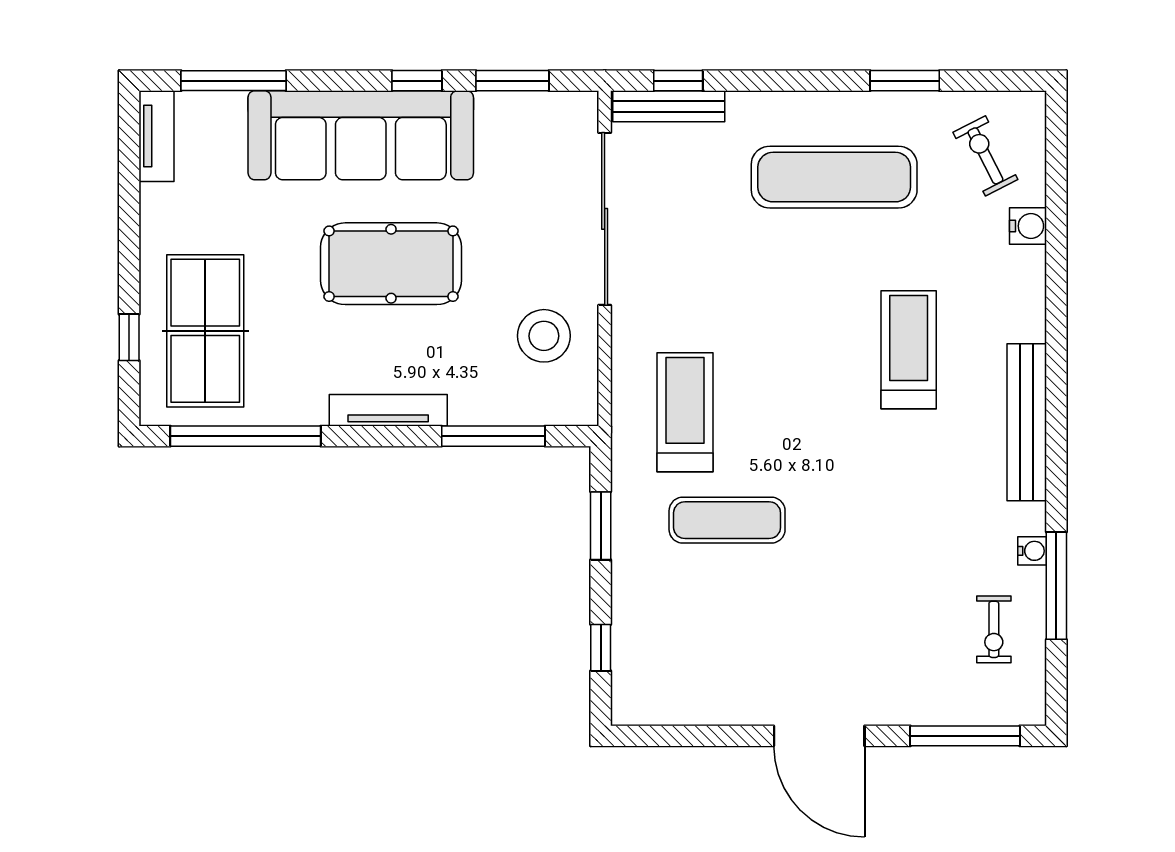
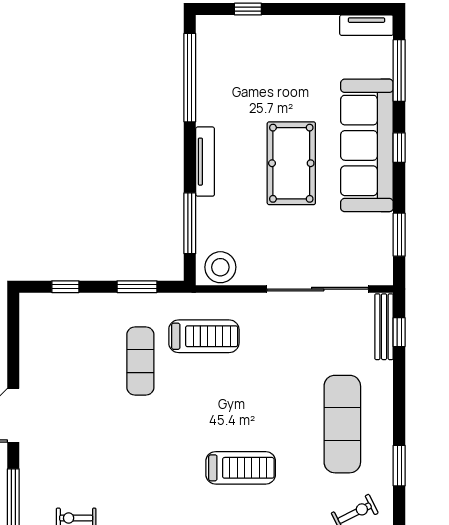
window: (417, 81) -> (399, 148), moved
table tennis table: (205, 331) -> (252, 54), removed
stool: (544, 336) -> (220, 267), moved

